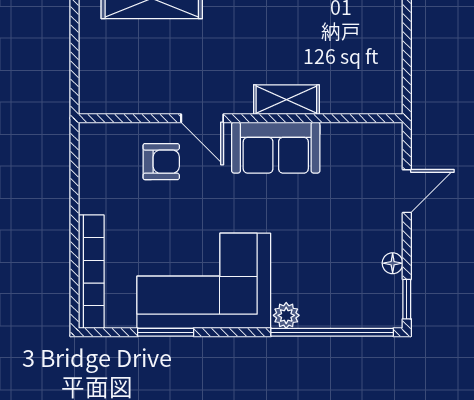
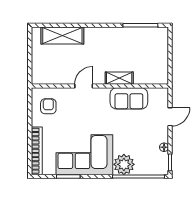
door: (202, 118) -> (84, 86), swing flipped
sofa: (276, 148) -> (129, 98), moved
armchair: (161, 162) -> (48, 106), moved, turned -90
plant: (286, 315) -> (124, 164), width x1.88, depth x1.88

